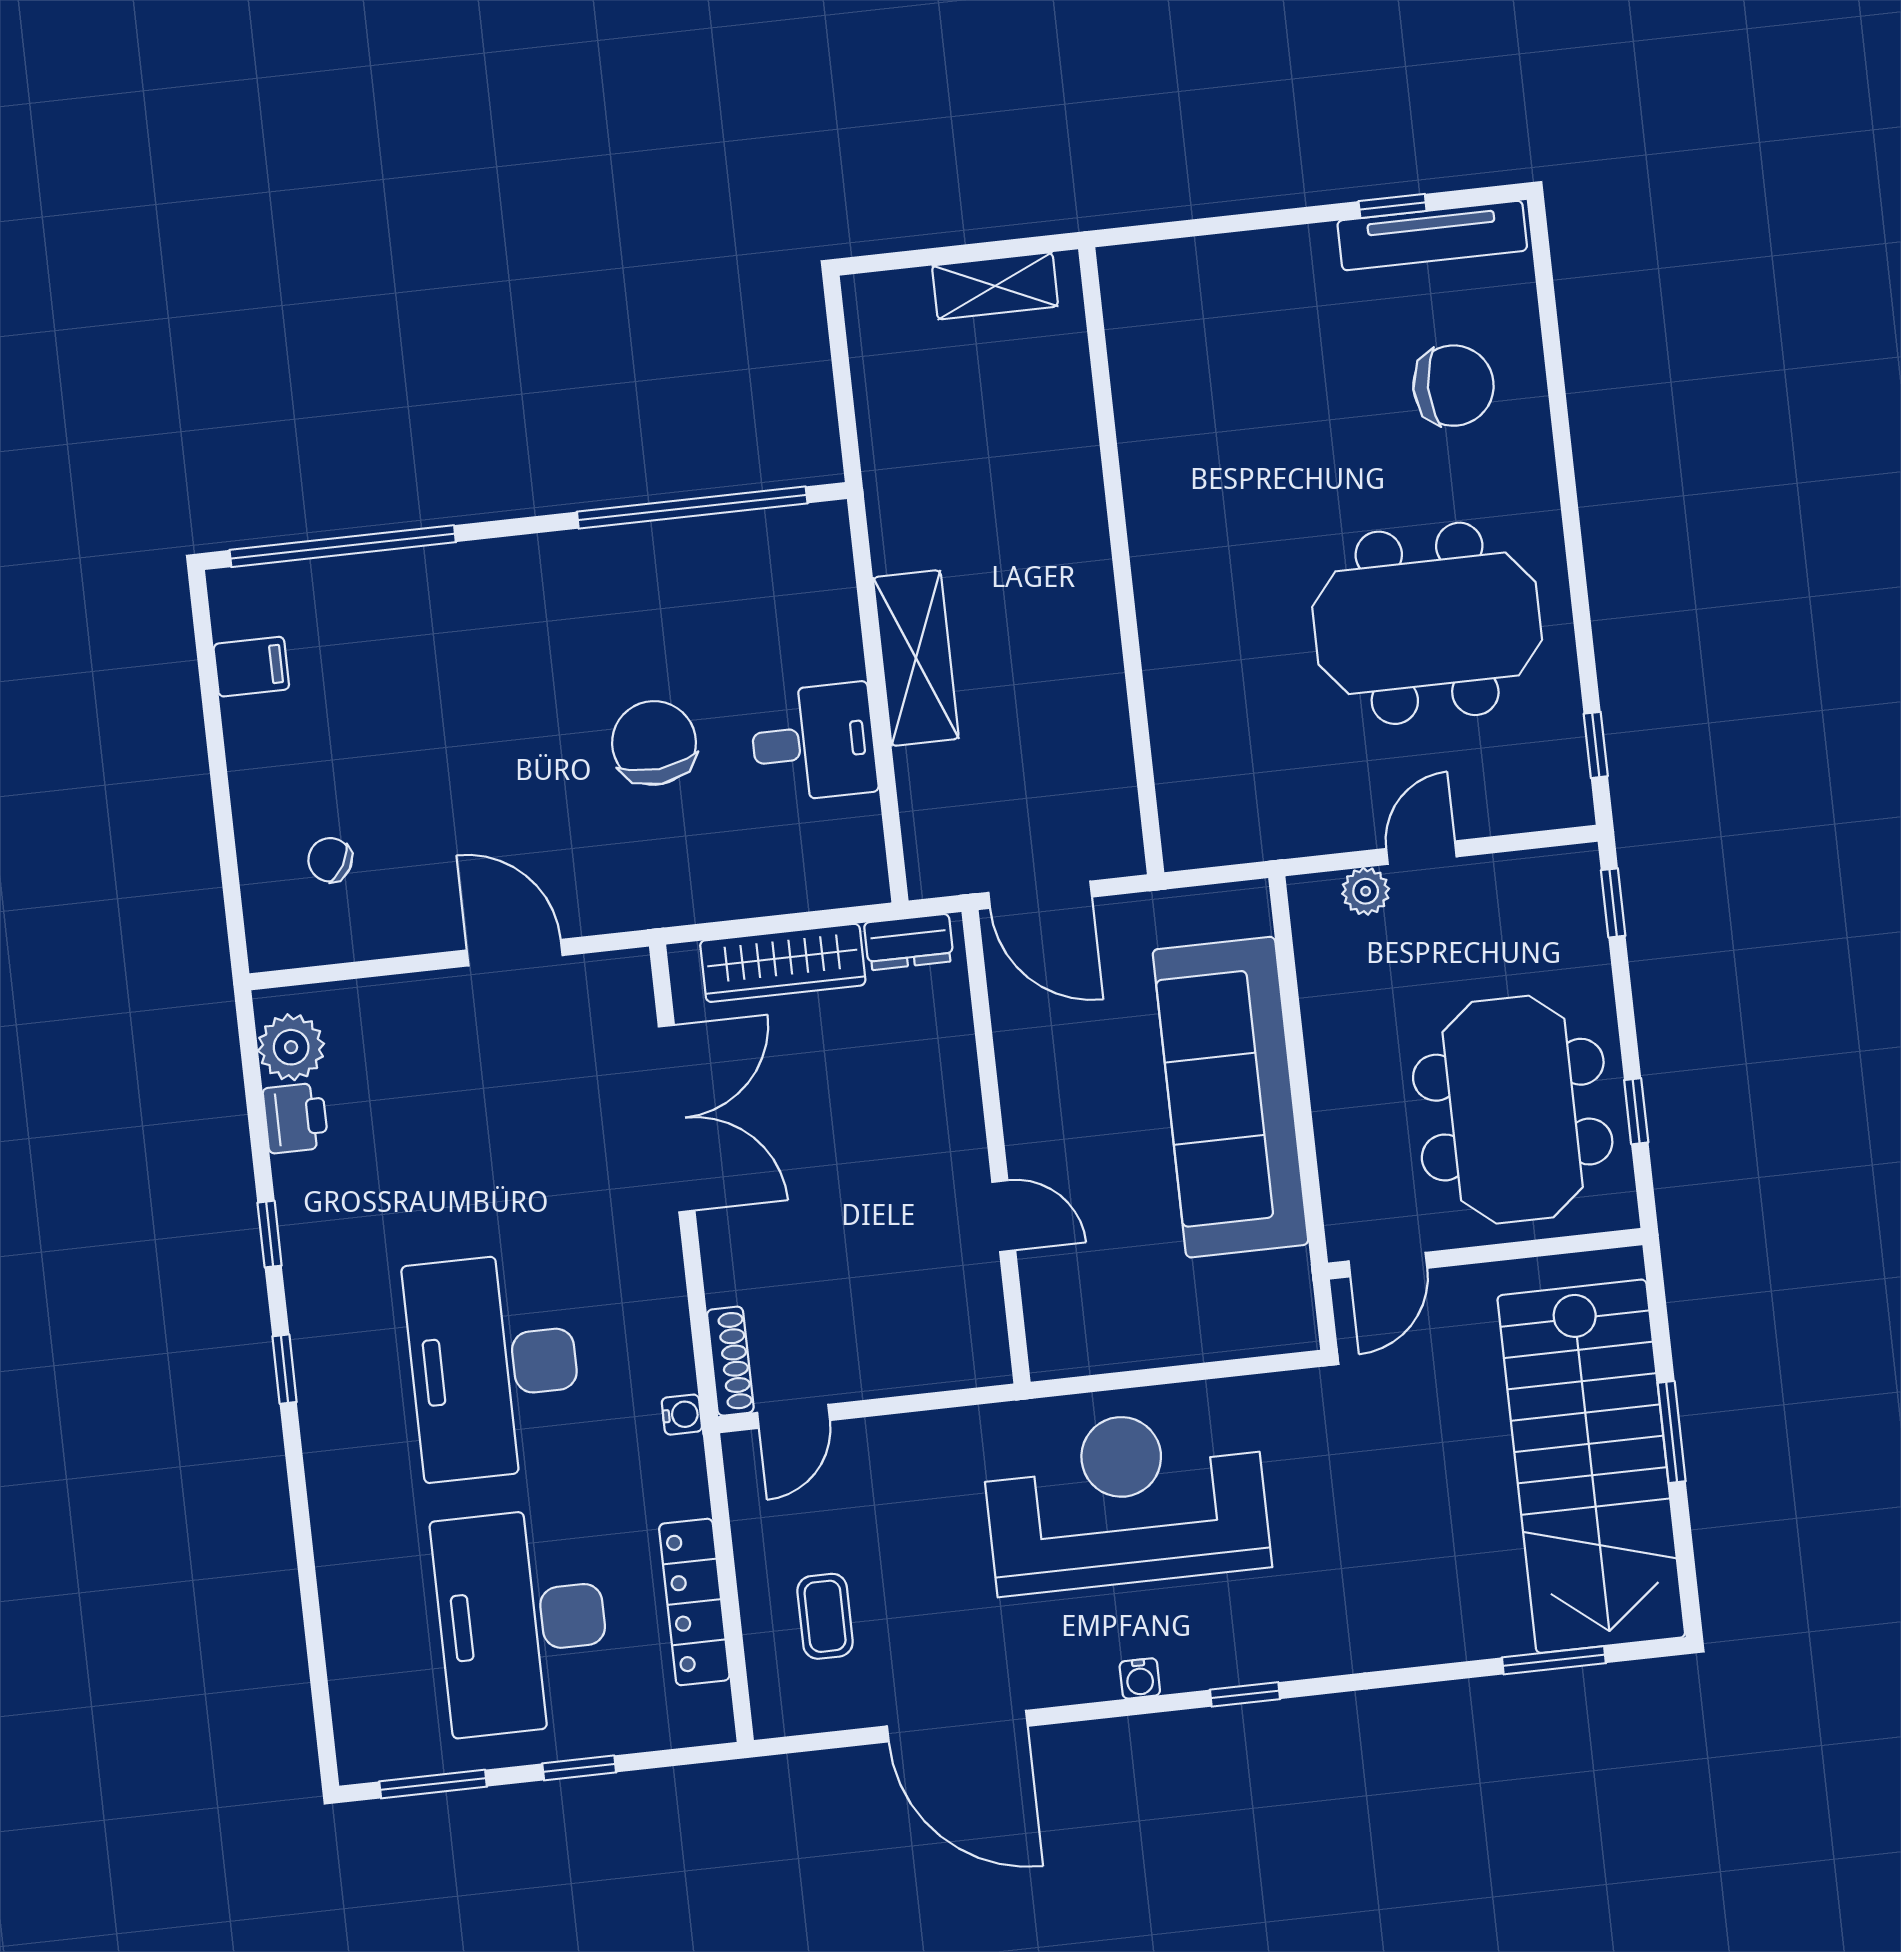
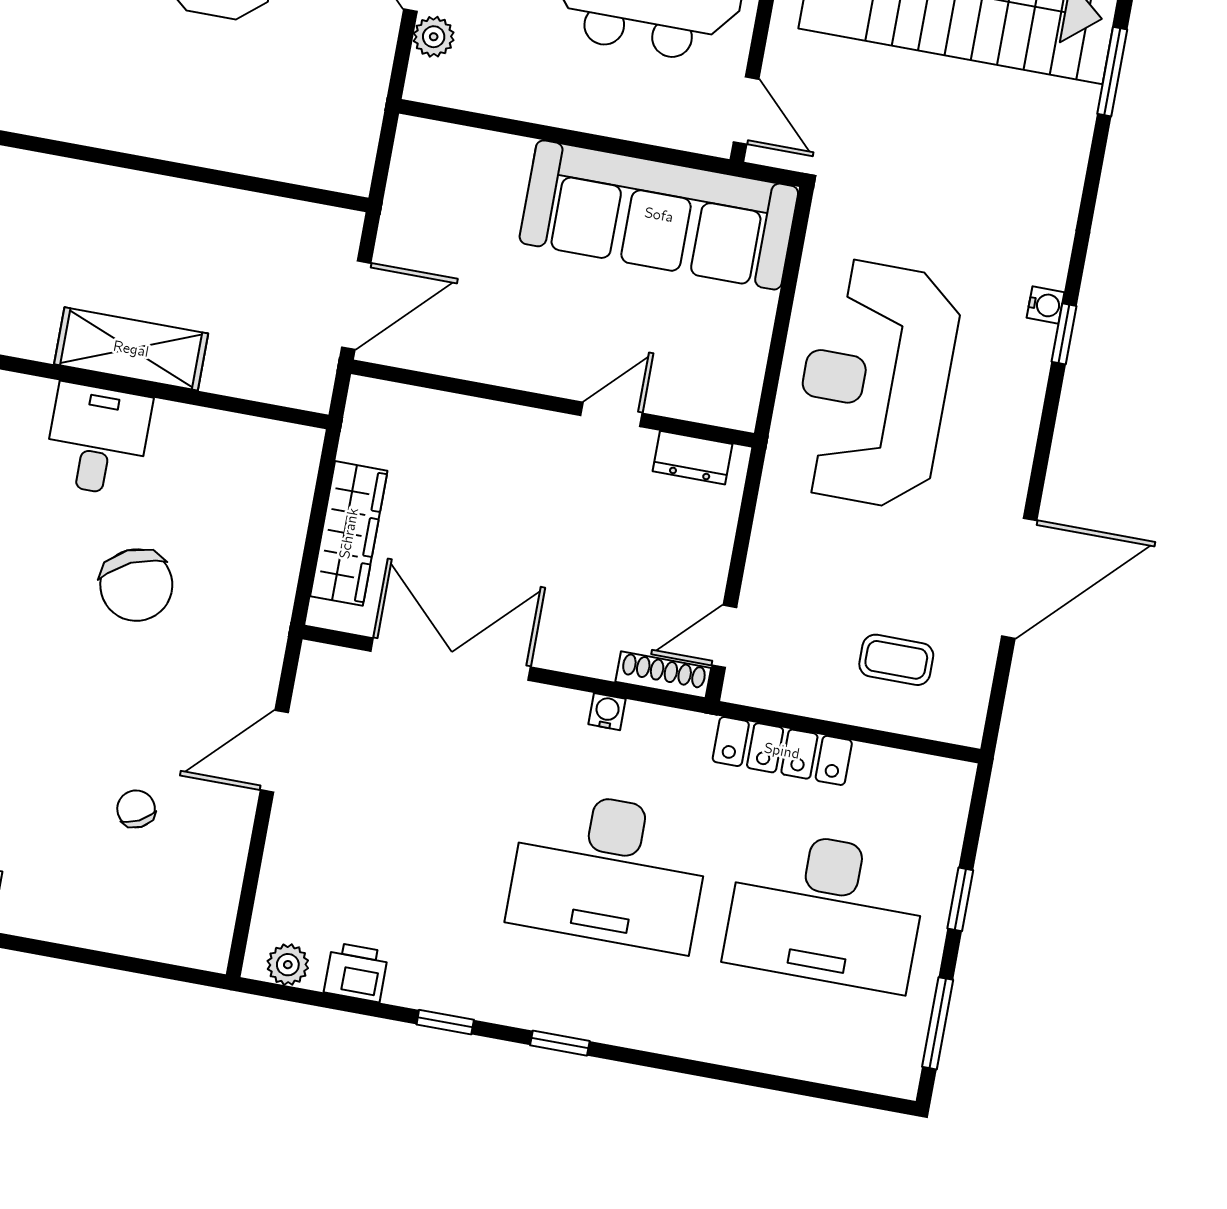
desk: (813, 742) -> (98, 440), moved
chair: (654, 743) -> (136, 585), turned -110
chair: (330, 860) -> (136, 809), moved, turned 123
dresser: (909, 942) -> (692, 458), moved, turned 90
plant: (291, 1047) -> (288, 965), width x0.73, depth x0.73
sofa: (1231, 1097) -> (659, 215), moved
water cooler: (682, 1415) -> (607, 712), moved
door: (794, 1416) -> (724, 636), swing flipped
locker: (694, 1602) -> (782, 751), moved
water cooler: (1140, 1678) -> (1045, 305), moved

